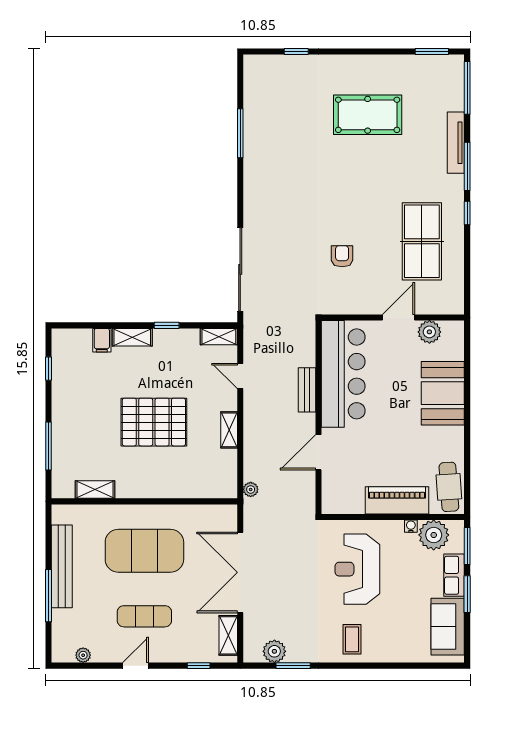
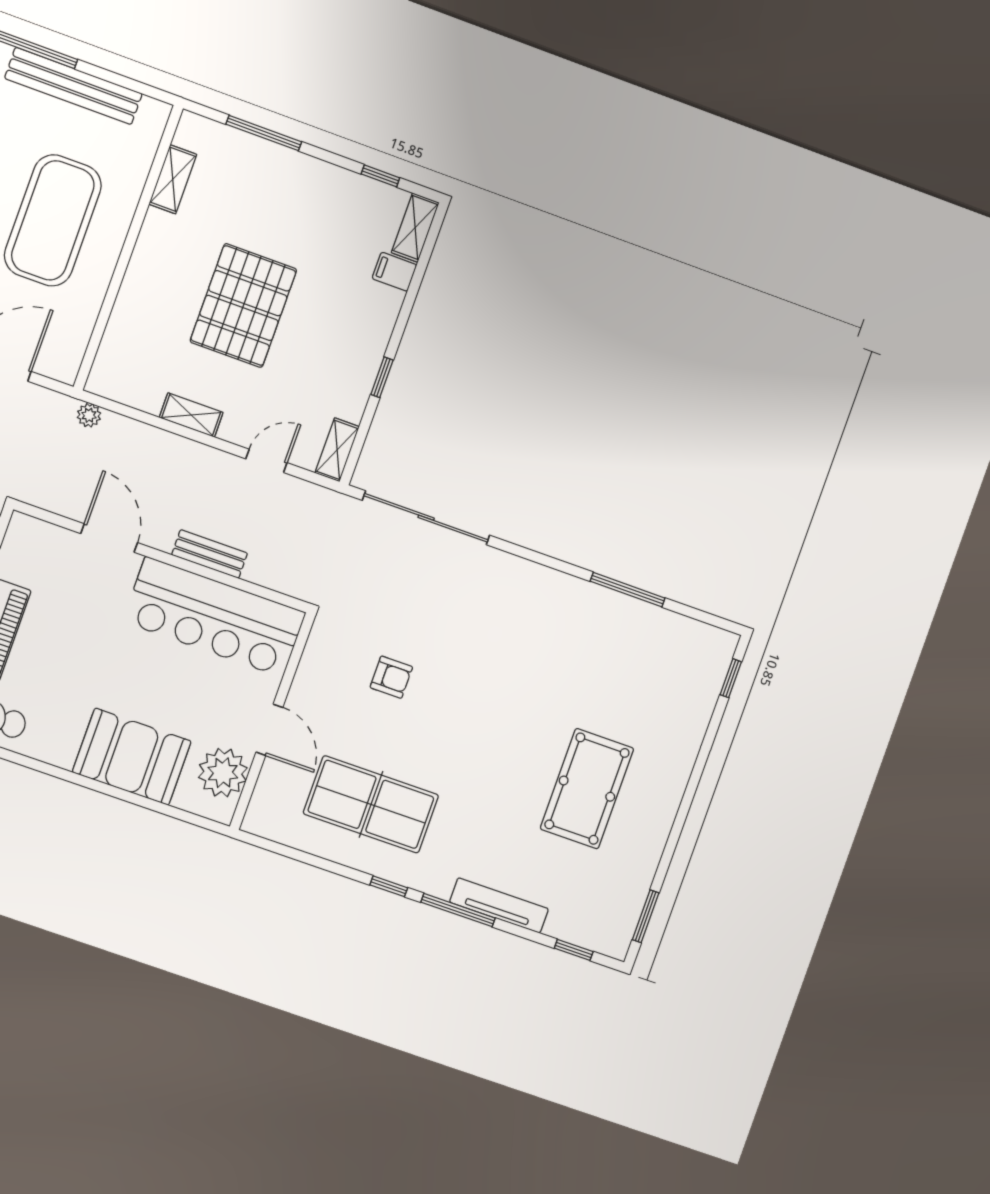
window: (296, 52) -> (731, 678), moved
window: (467, 88) -> (574, 950), width x0.46
plant: (429, 332) -> (223, 773), width x1.36, depth x1.36
shelving: (132, 337) -> (415, 228), moved

